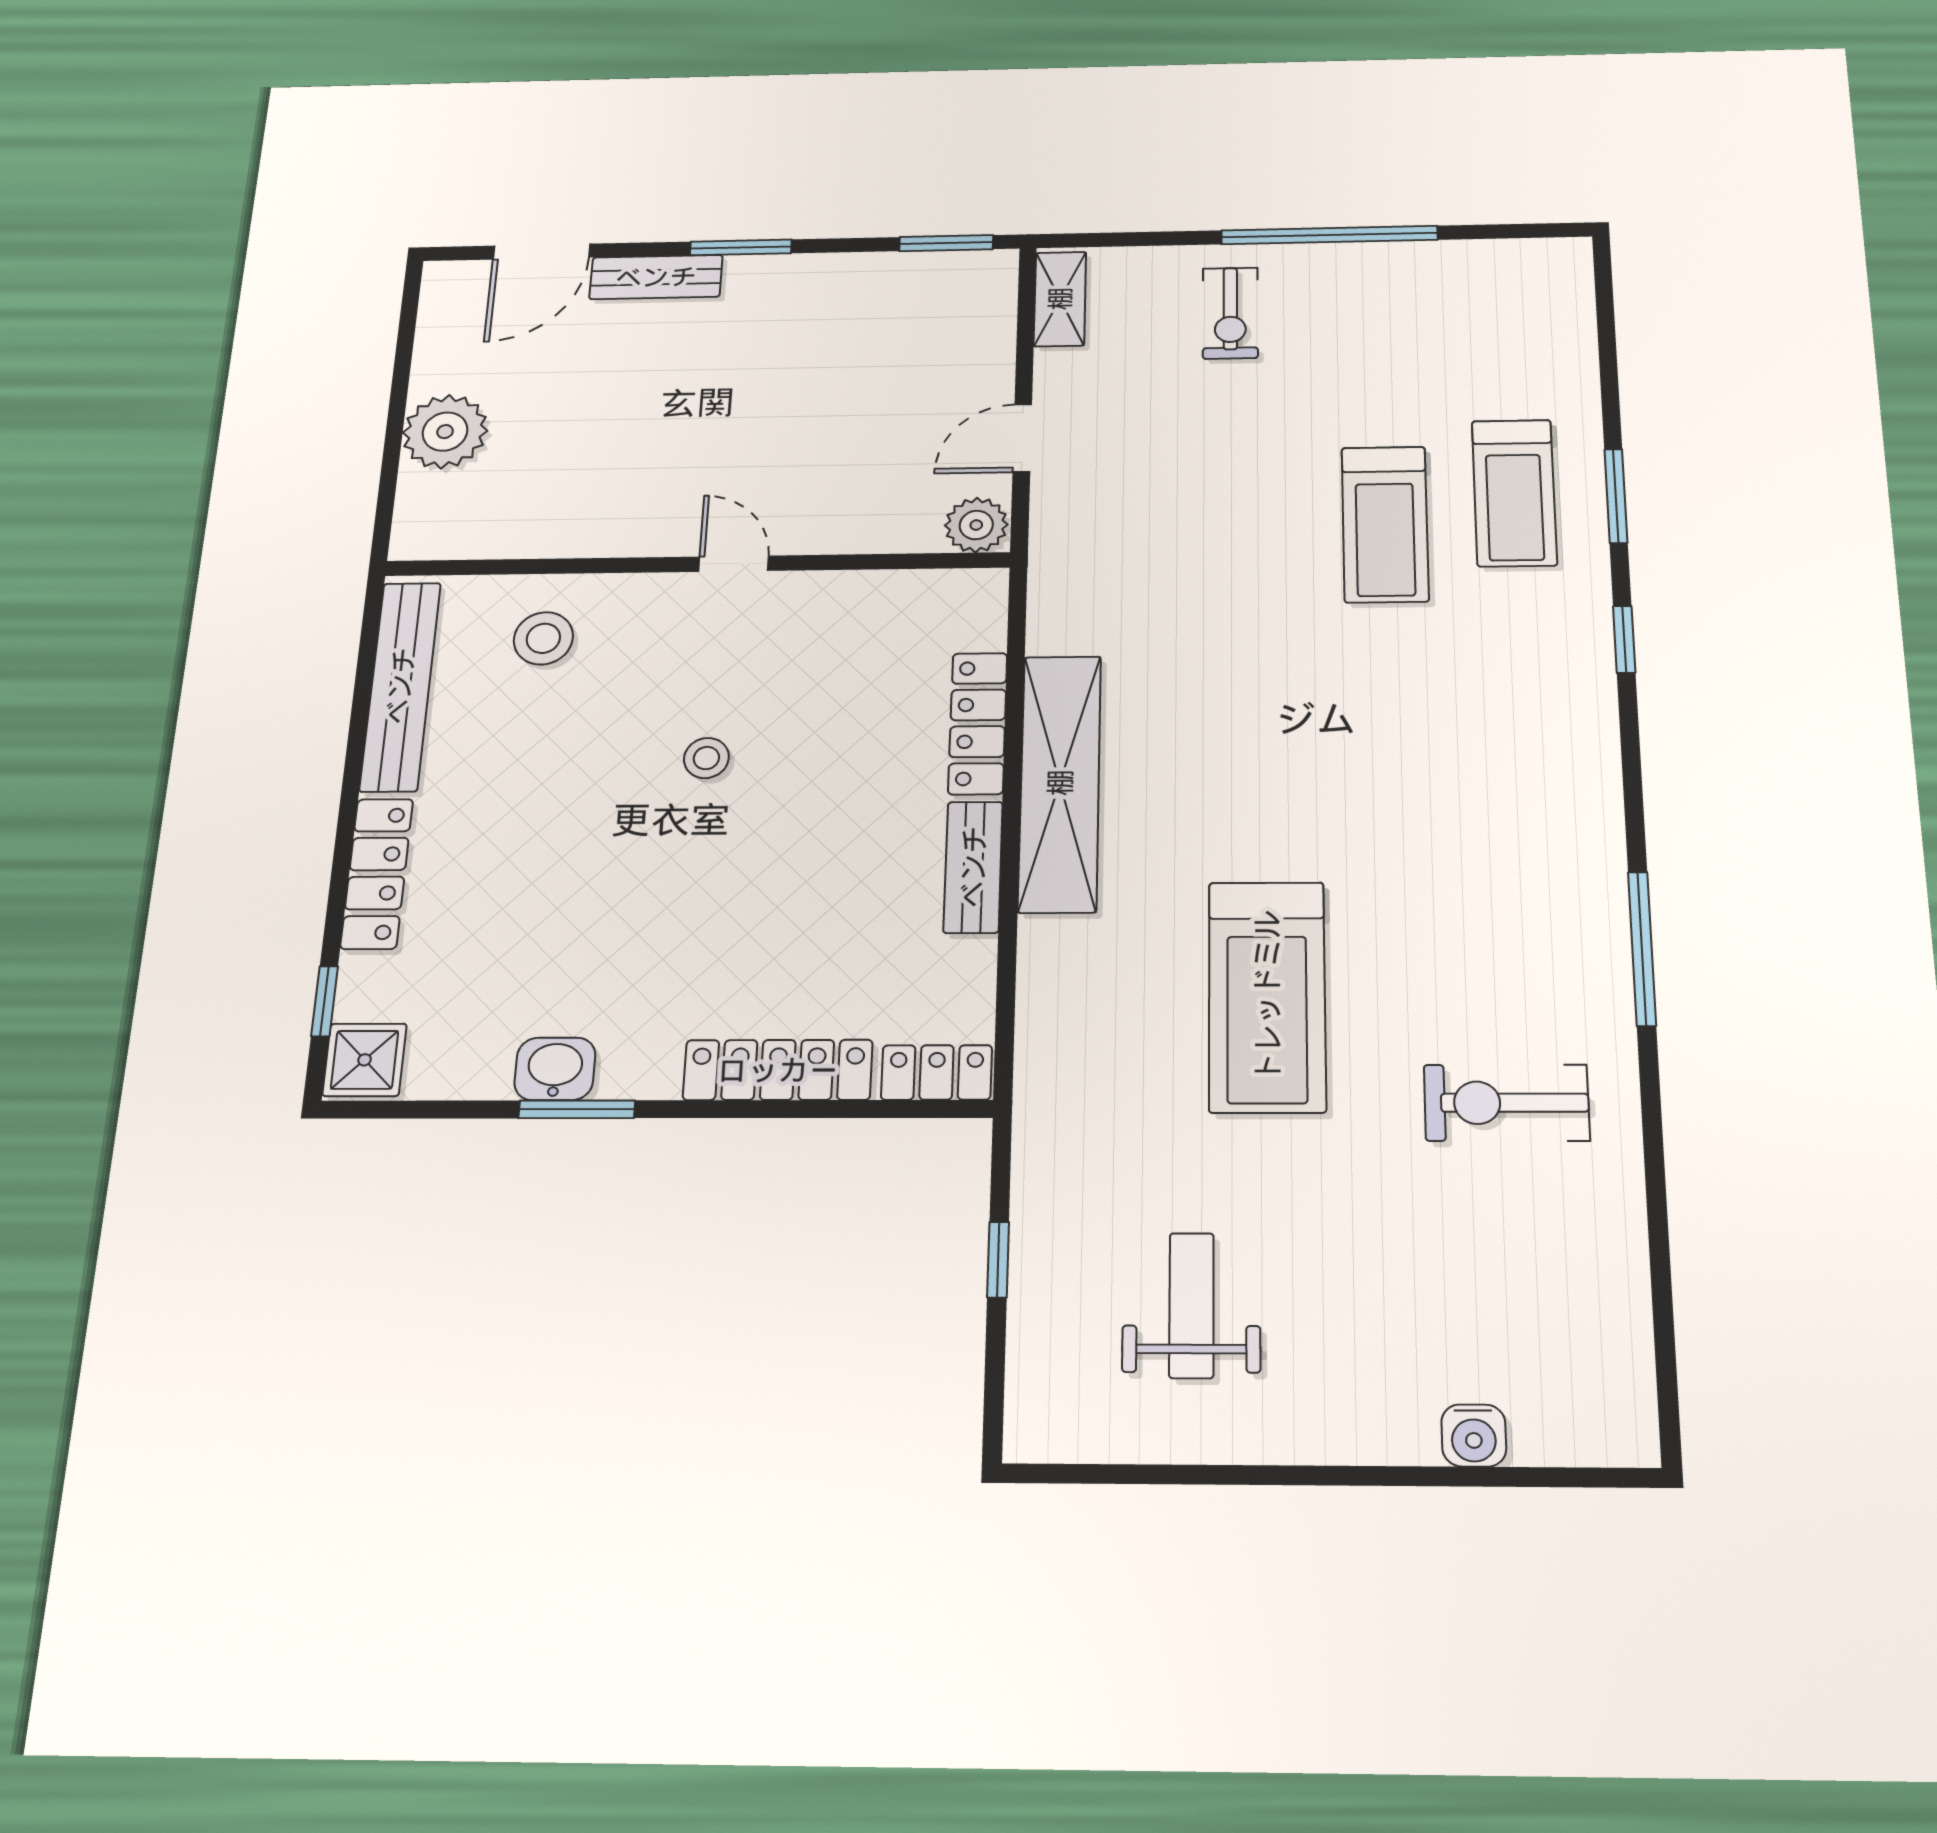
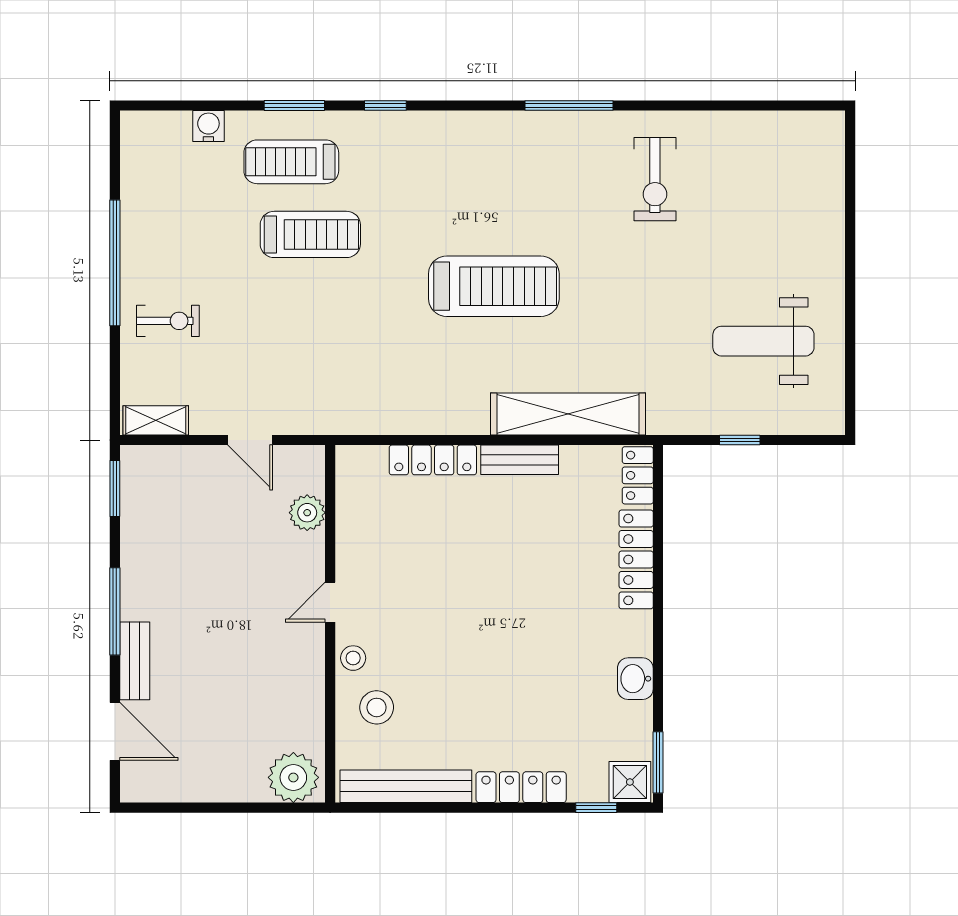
window: (741, 247) -> (115, 611), width x1.44
plant: (445, 432) -> (293, 777), moved
treadmill: (1514, 493) -> (291, 162), turned 180
plant: (976, 525) -> (307, 513), moved
stool: (706, 758) -> (353, 658), moved
shelving: (1060, 783) -> (568, 414), moved
treadmill: (1267, 996) -> (494, 286), moved
window: (577, 1109) -> (658, 762), moved
weight bench: (1191, 1305) -> (763, 341), width x1.36, depth x1.33
water cooler: (1474, 1435) -> (208, 126), moved, turned -90

